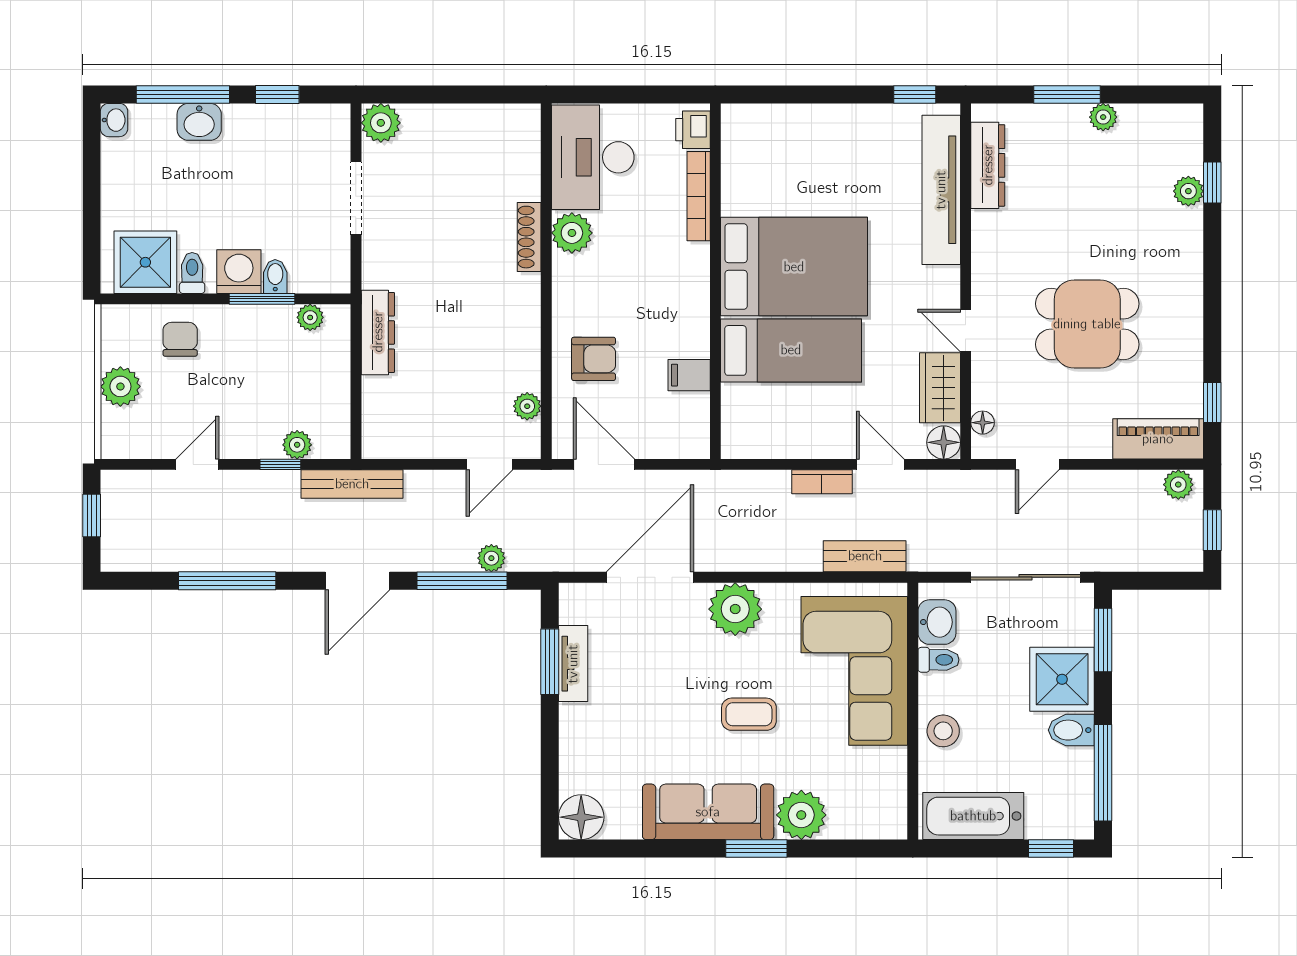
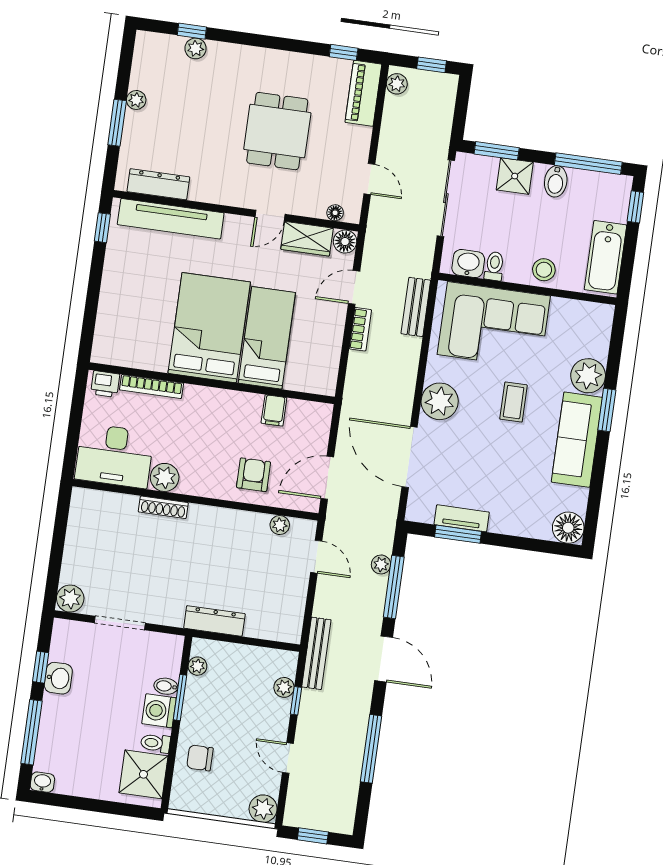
washbasin: (199, 122) -> (58, 678), moved
plant: (120, 386) -> (263, 809), moved
shower: (1062, 679) -> (515, 176), width x0.73, depth x0.73

